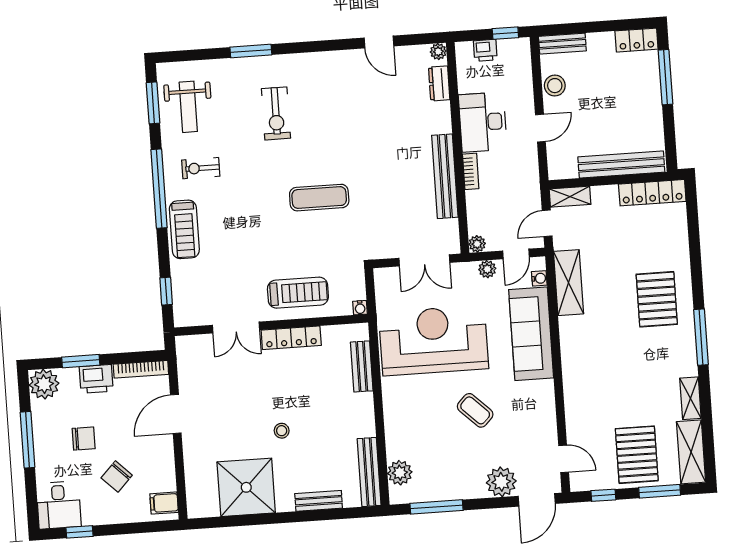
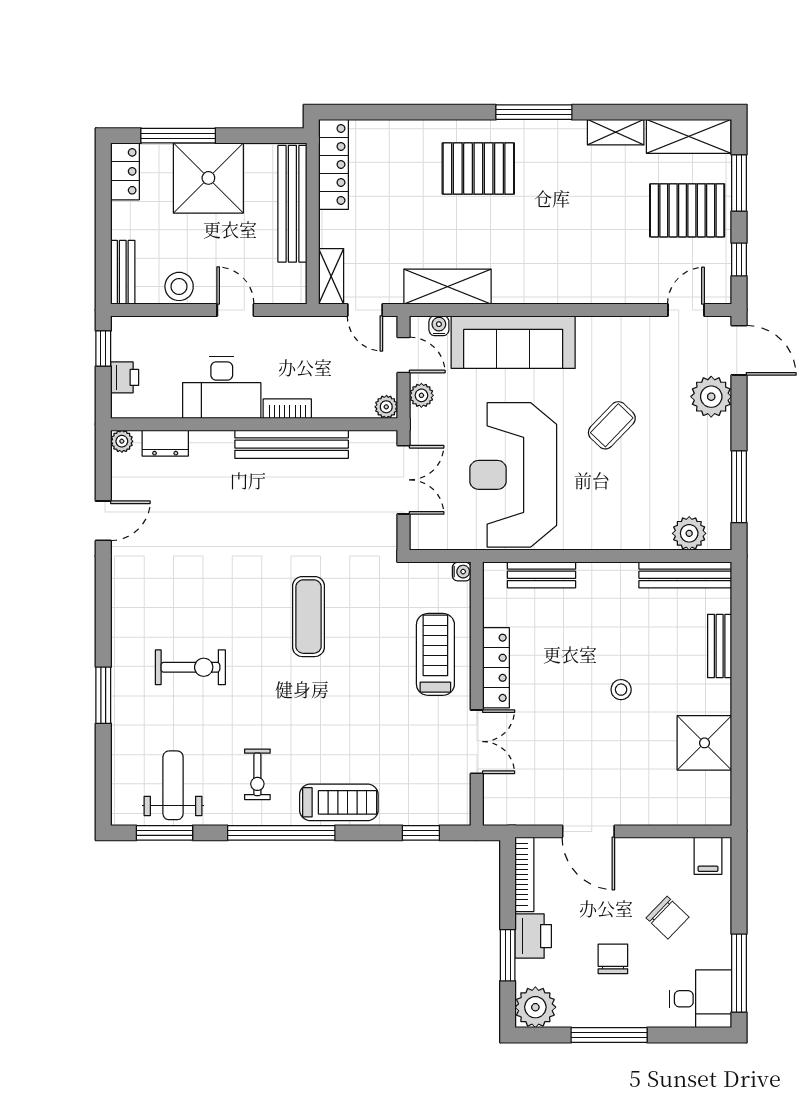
shower: (636, 102) -> (208, 178), added
weight bench: (188, 107) -> (173, 785), turned -90
shower: (246, 487) -> (704, 743), width x0.73, depth x0.73
window: (80, 532) -> (739, 973), width x2.17

